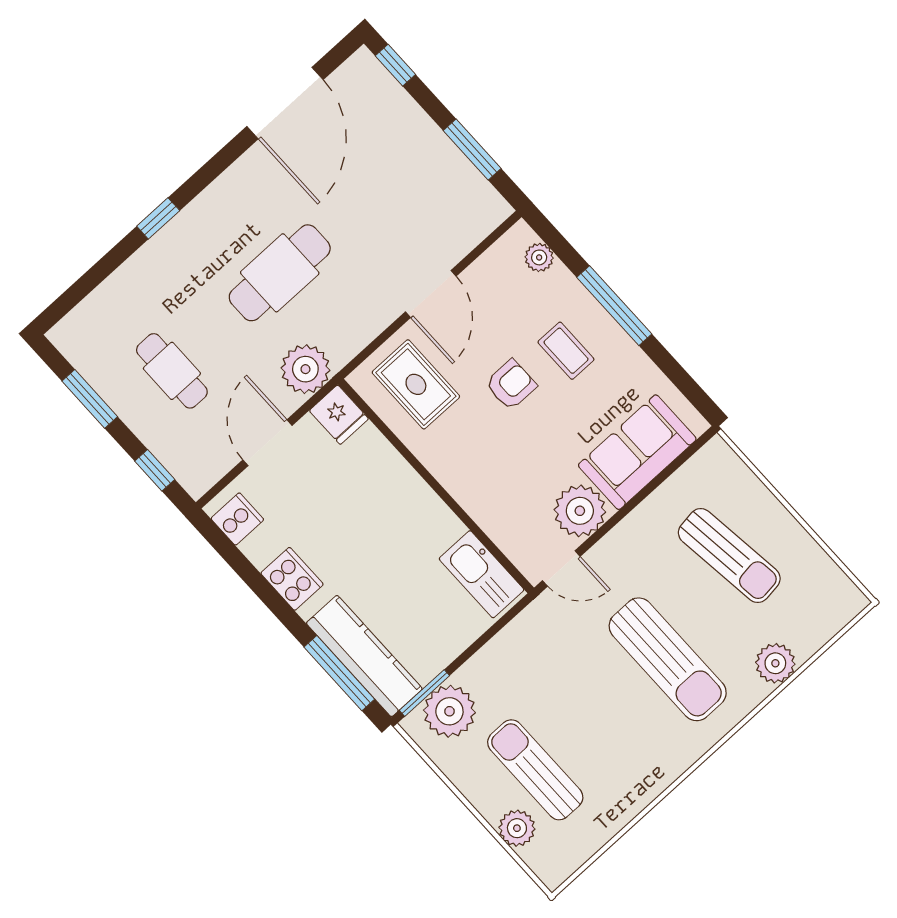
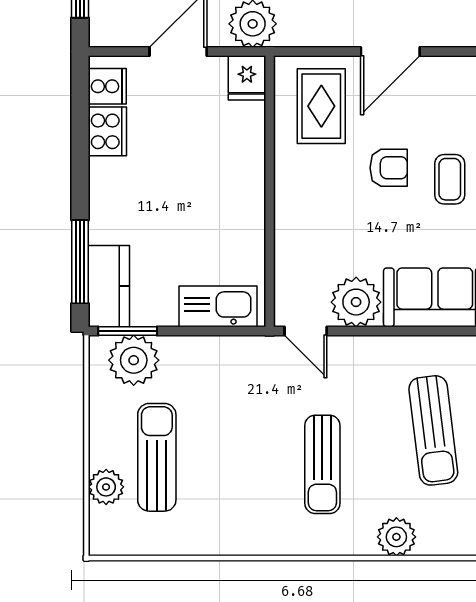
kitchen sink: (482, 574) -> (218, 306), moved, turned 90
cooker: (292, 579) -> (107, 131), moved
kitchen counter: (364, 656) -> (109, 286), width x0.67
sun lounger: (668, 659) -> (322, 464), width x0.73, depth x0.75

